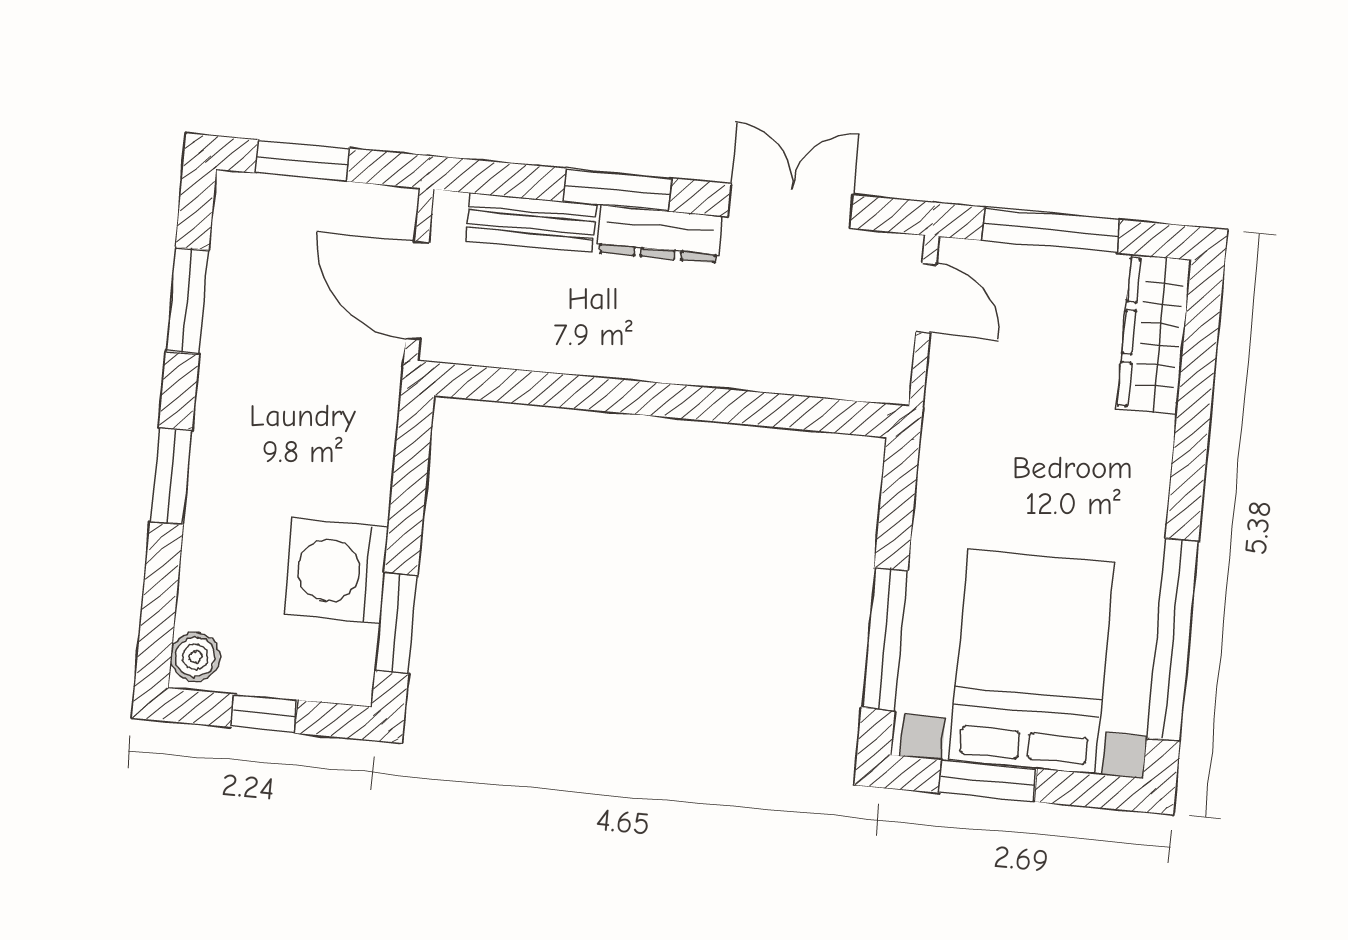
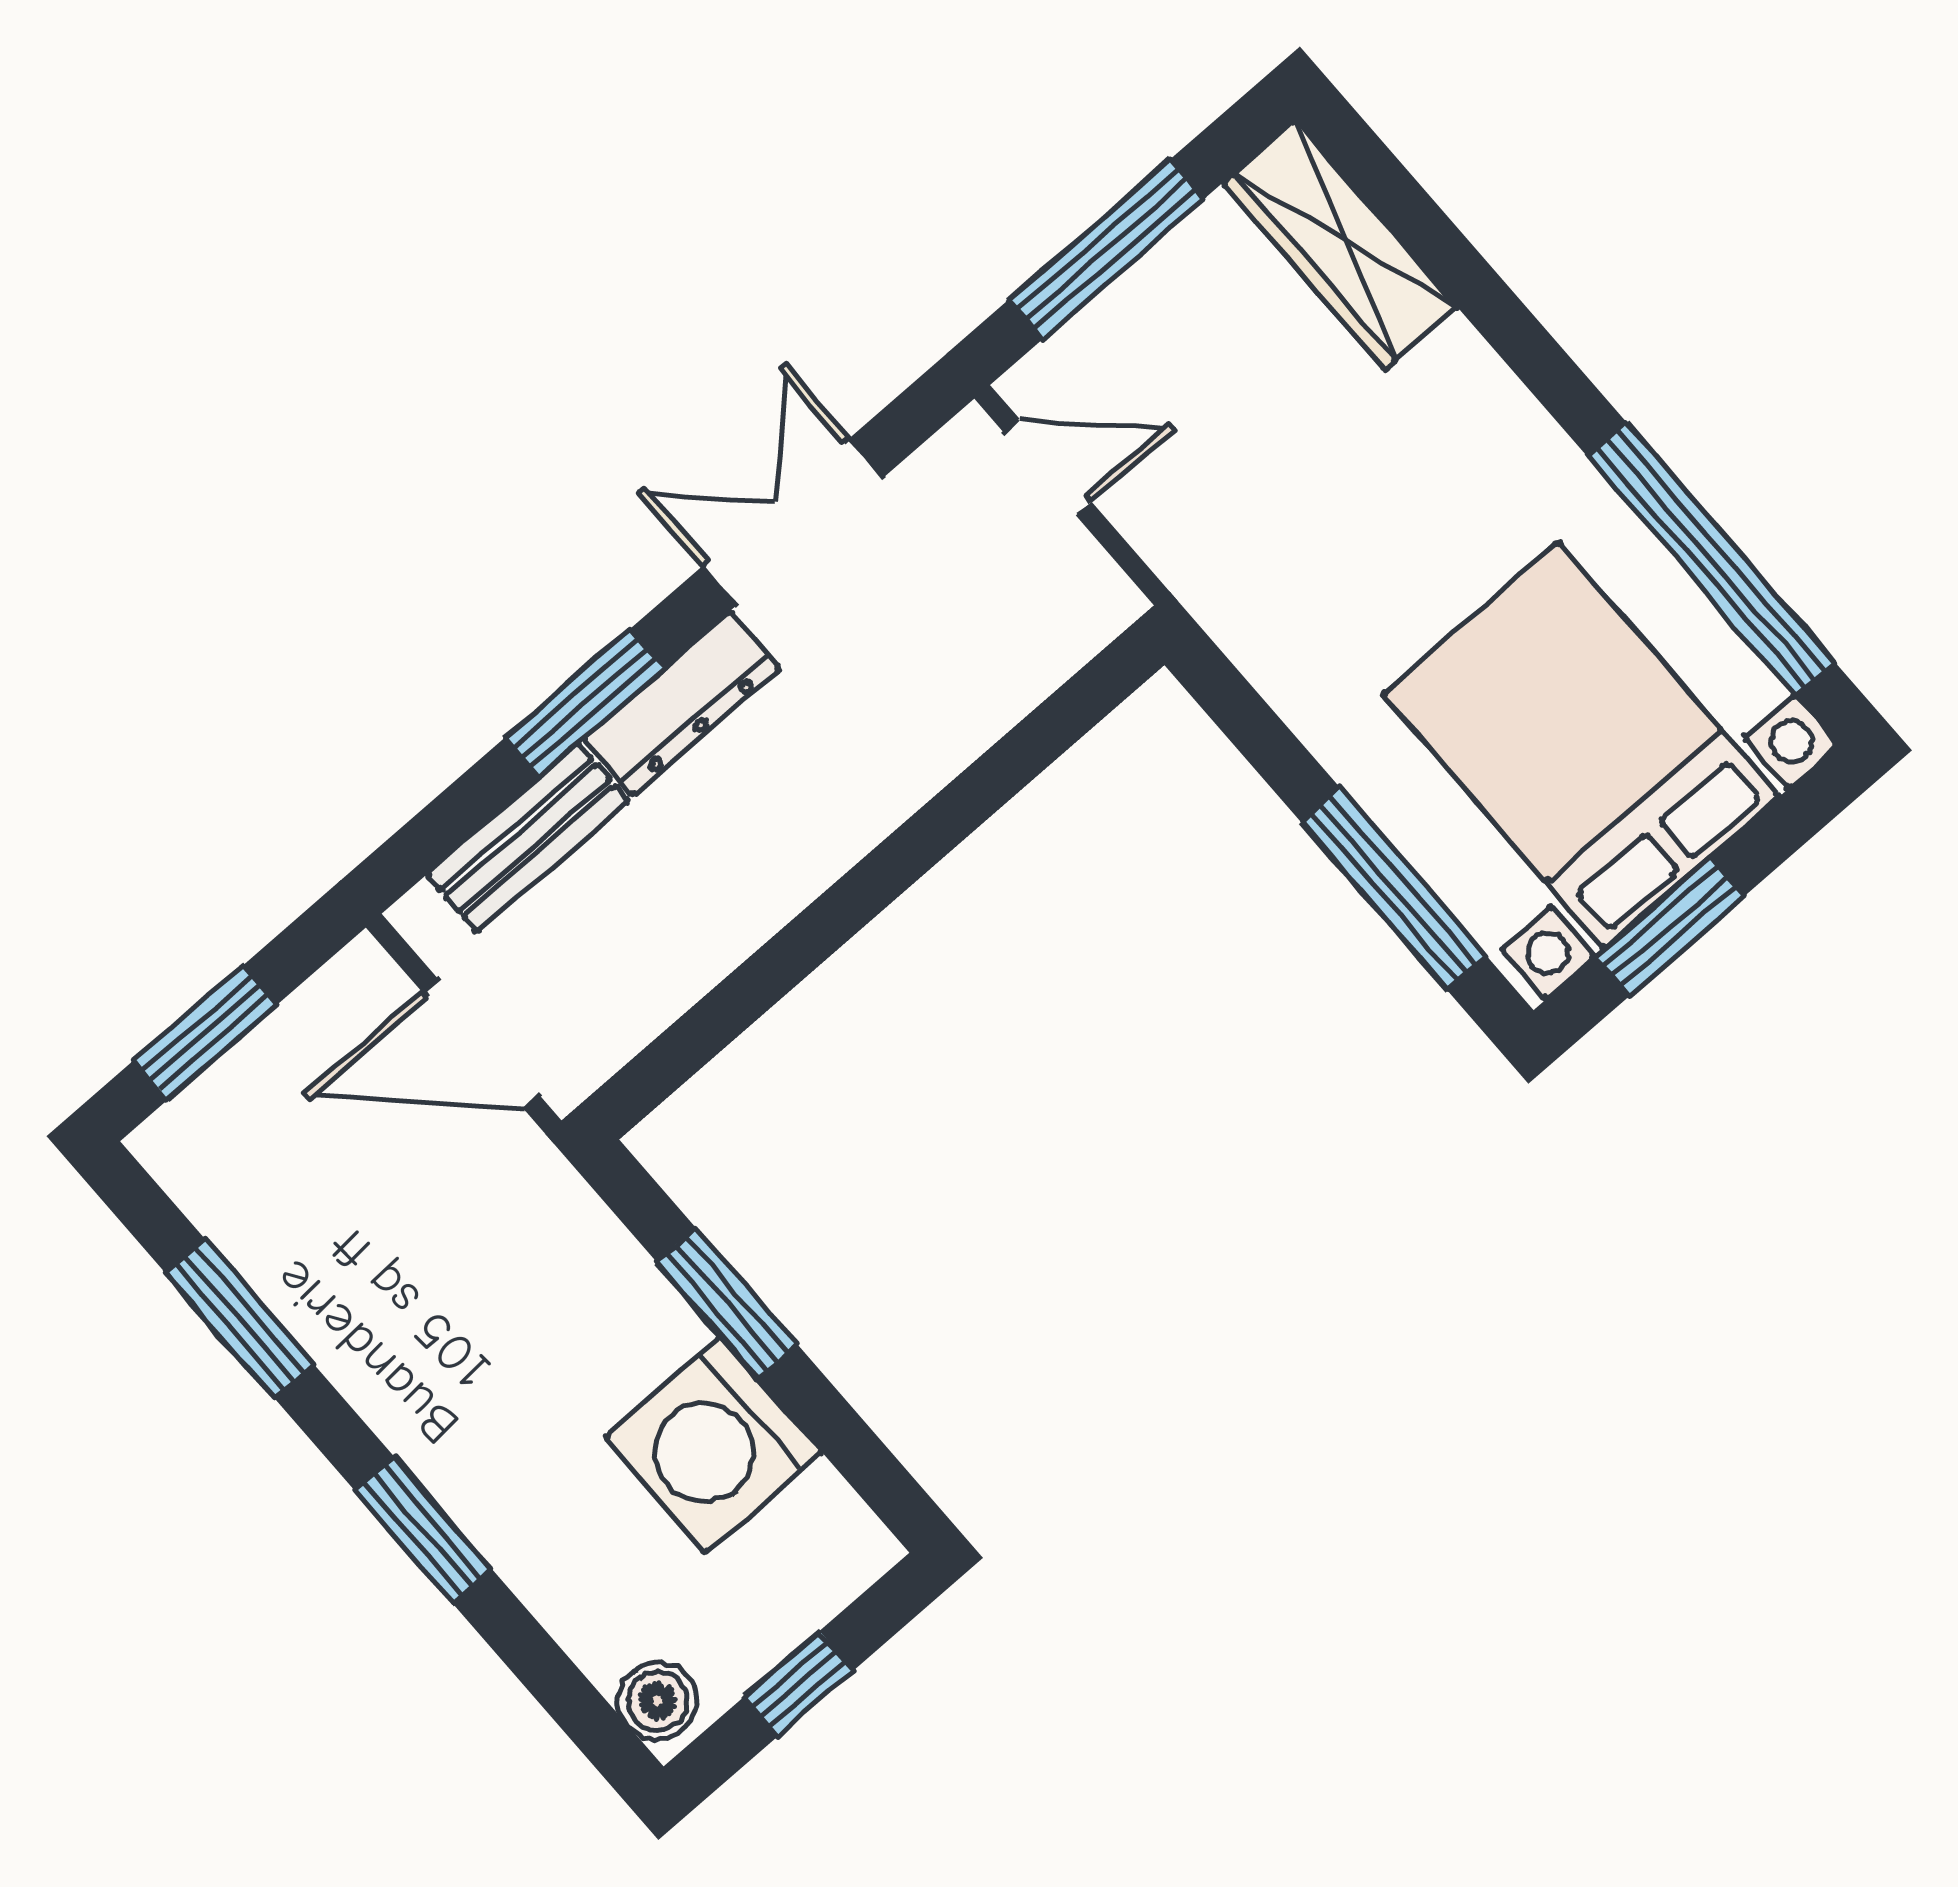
window: (396, 623) -> (727, 1303), moved

